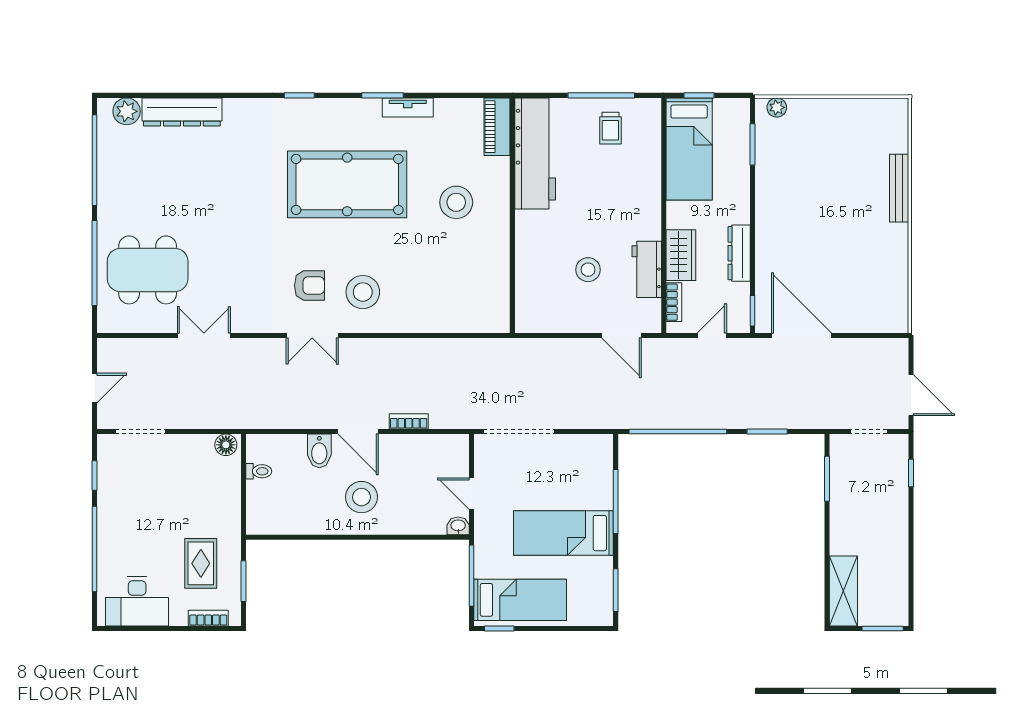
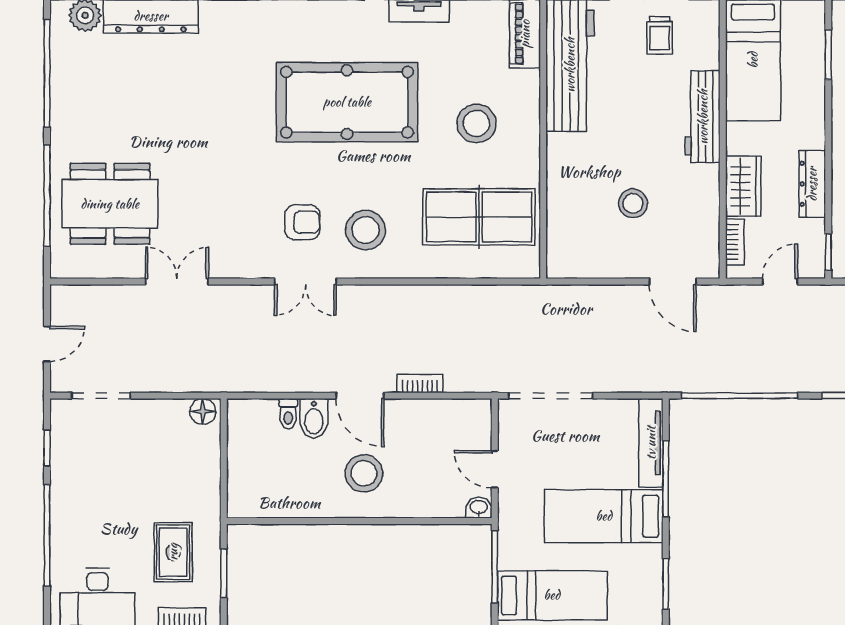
workbench: (647, 269) -> (703, 117), moved, width x1.38
table tennis table: (458, 281) -> (479, 217), added
toilet: (259, 471) -> (288, 414), moved, turned 90
tv unit: (603, 471) -> (651, 443), added

